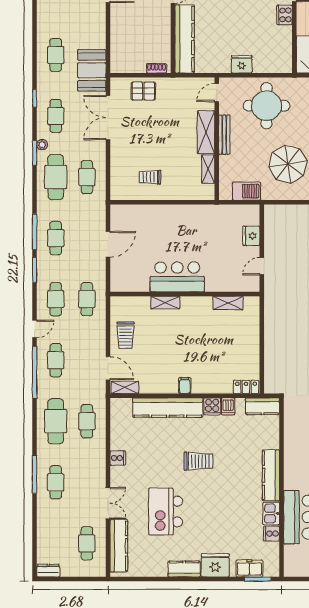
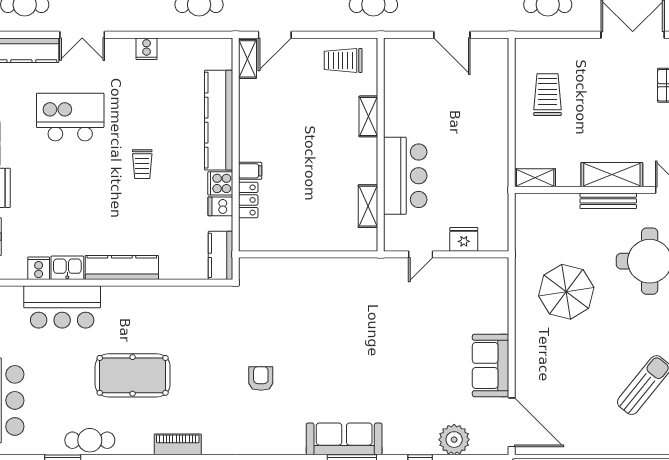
shelving: (208, 169) -> (535, 178), moved
trolley: (150, 177) -> (547, 95), width x1.36, depth x1.39
barbecue: (247, 191) -> (528, 233), removed
door: (262, 266) -> (421, 254), swing flipped
bar counter: (177, 277) -> (405, 176), moved
trolley: (126, 335) -> (343, 60), moved
filing cabinet: (185, 385) -> (250, 171), moved
locker: (246, 387) -> (248, 200), moved
trolley: (199, 461) -> (142, 164), width x0.73, depth x0.72

